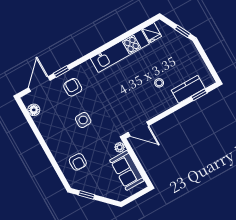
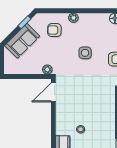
plant: (56, 150) -> (73, 18), added
sofa: (127, 170) -> (22, 41), moved, turned 135

